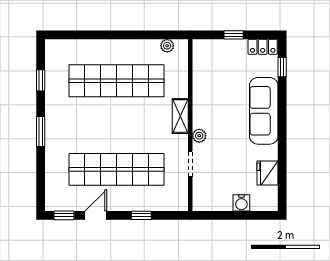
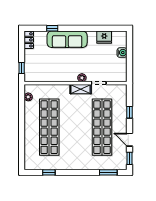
window: (234, 35) -> (22, 68), moved
window: (282, 67) -> (52, 28), moved
shelving: (180, 116) -> (81, 89), moved
window: (41, 131) -> (108, 172), moved

